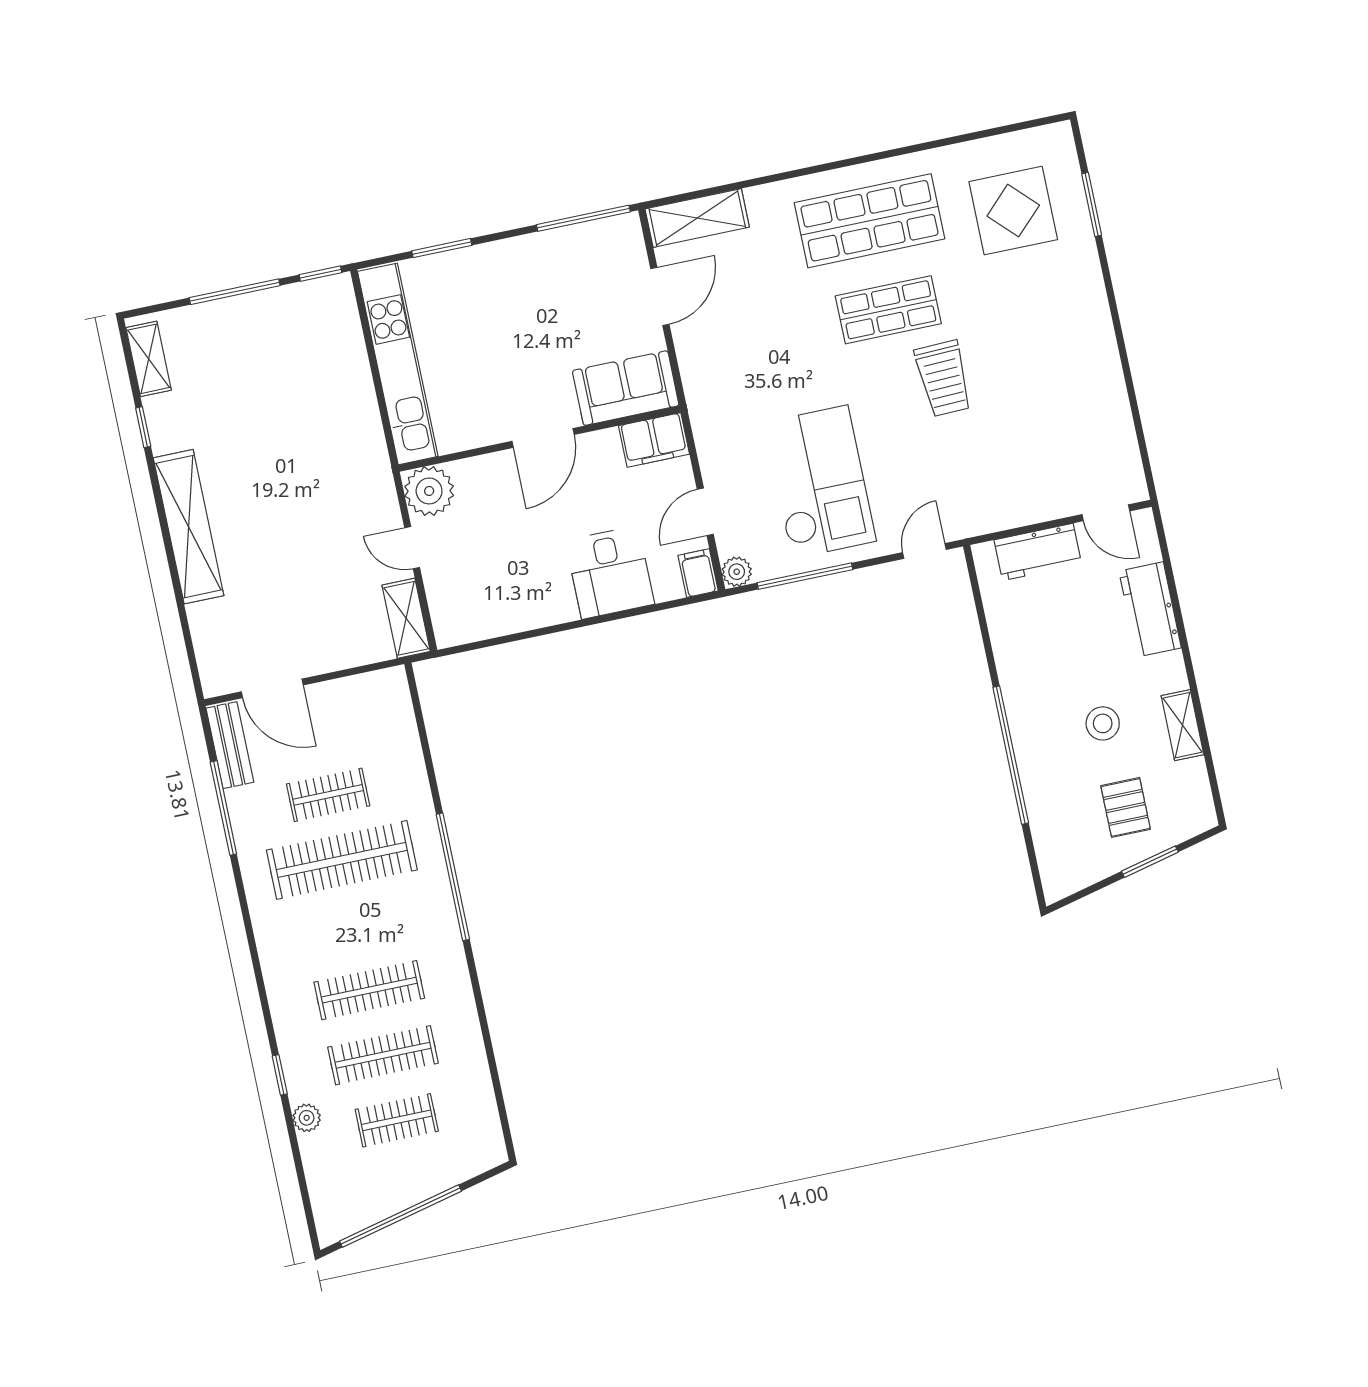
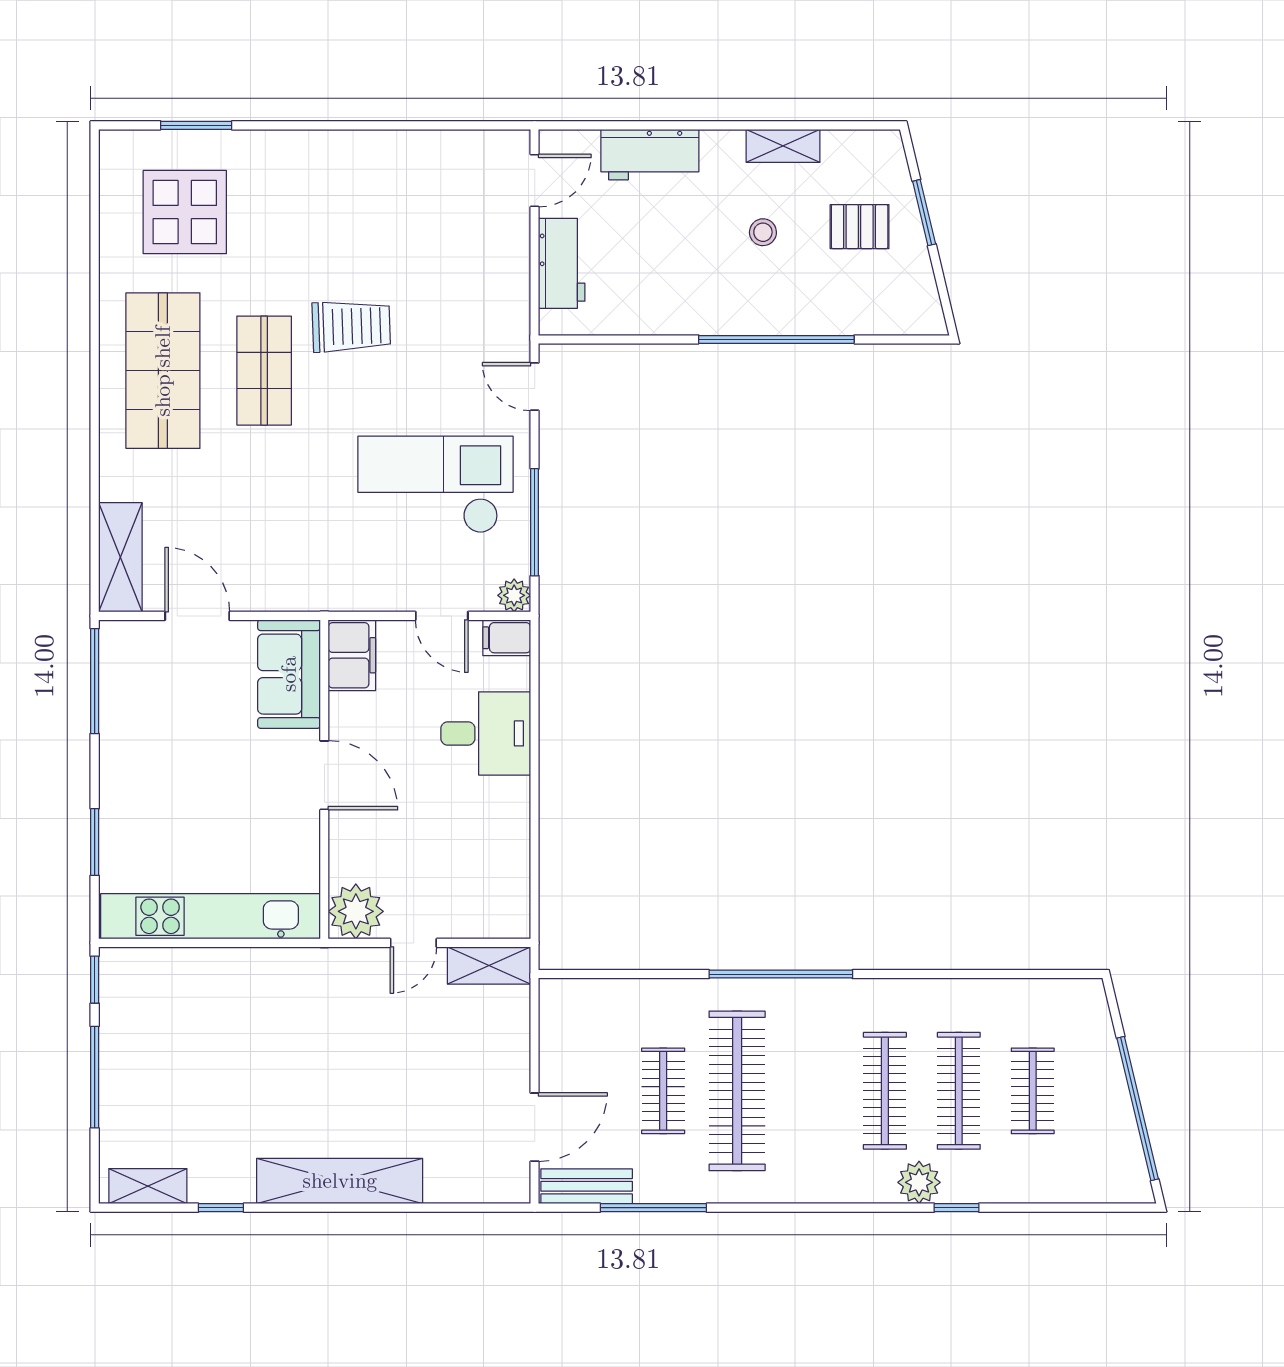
stool: (1103, 723) -> (763, 232), width x0.73, depth x0.73
plant: (307, 1118) -> (919, 1182), moved, width x1.38, depth x1.38

